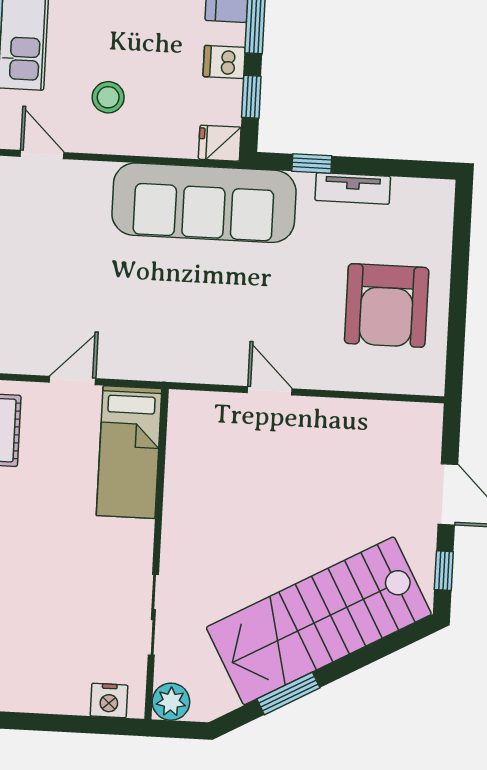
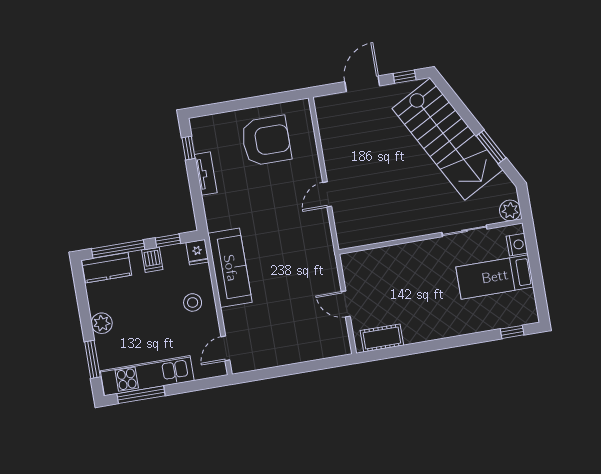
stool: (108, 97) -> (193, 302), moved
window: (312, 163) -> (189, 148), moved
sofa: (204, 203) -> (230, 268), width x0.74, depth x0.79
bed: (129, 452) -> (495, 277), moved, turned 180

